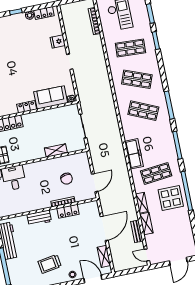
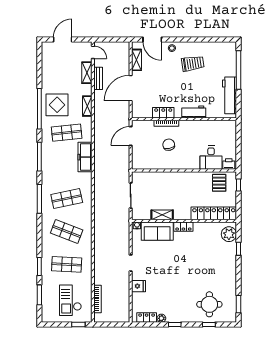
shop shelf: (143, 111) -> (67, 199), turned -36
shelving: (56, 150) -> (162, 215), moved
chair: (67, 179) -> (169, 145), moved
shelving: (146, 224) -> (87, 73), moved

